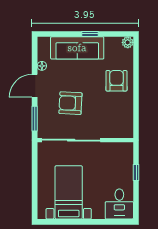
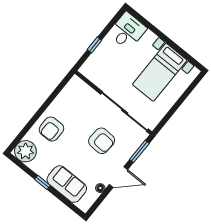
plant: (128, 42) -> (25, 151), width x1.87, depth x1.87
sofa: (77, 48) -> (67, 184), width x0.73

